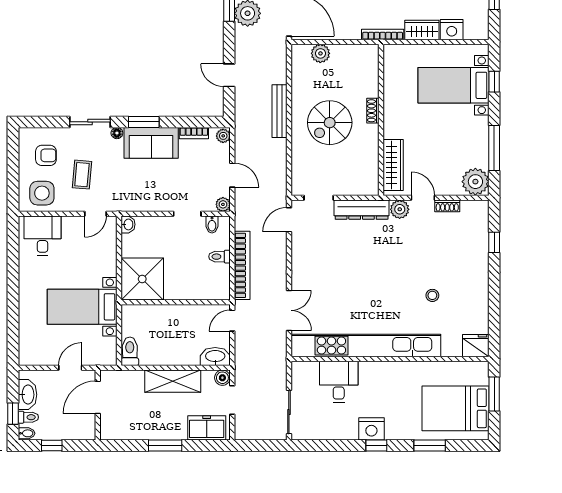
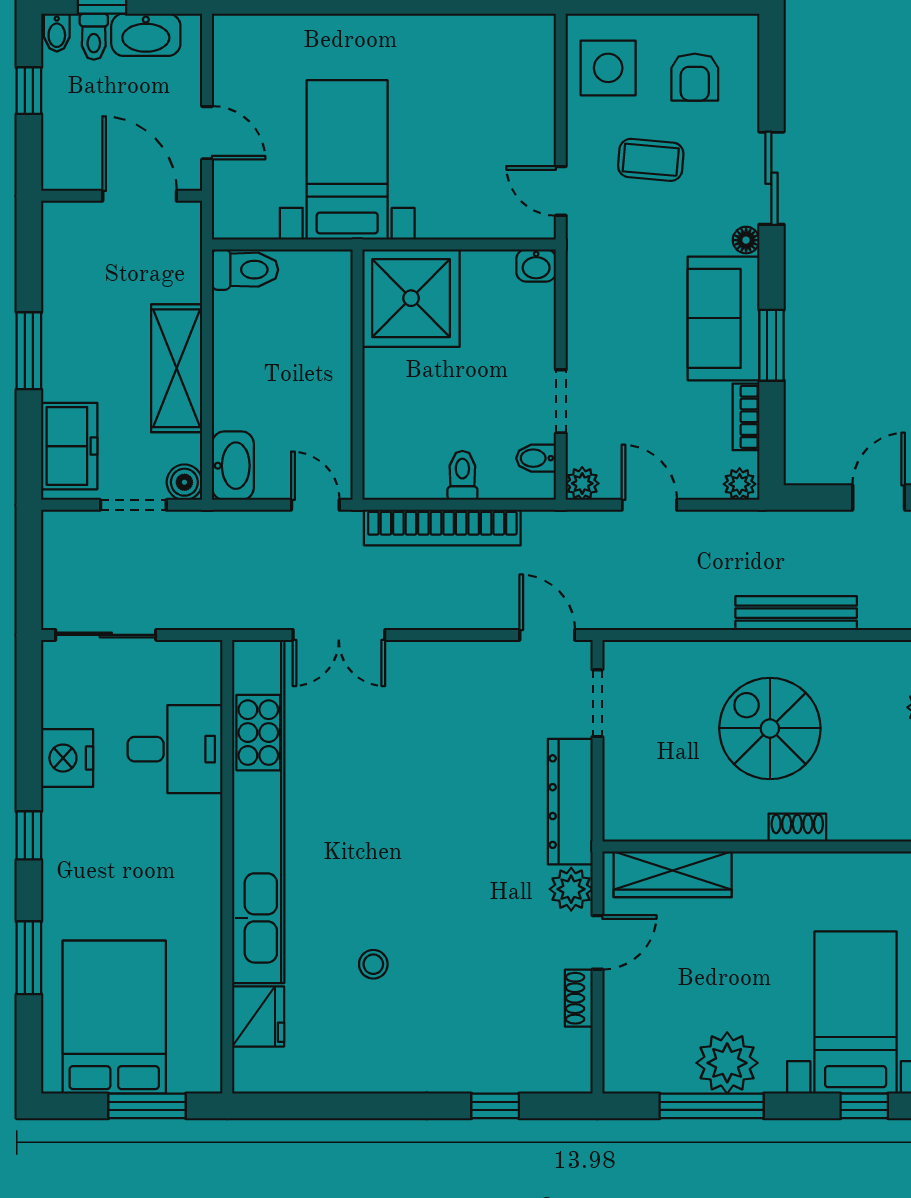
window: (144, 122) -> (771, 345), moved
door: (232, 175) -> (649, 505), swing flipped
plant: (475, 182) -> (727, 1063), moved
desk: (42, 236) -> (510, 69), removed
fridge: (476, 346) -> (258, 1016), moved
nightstand: (371, 429) -> (67, 758), moved

